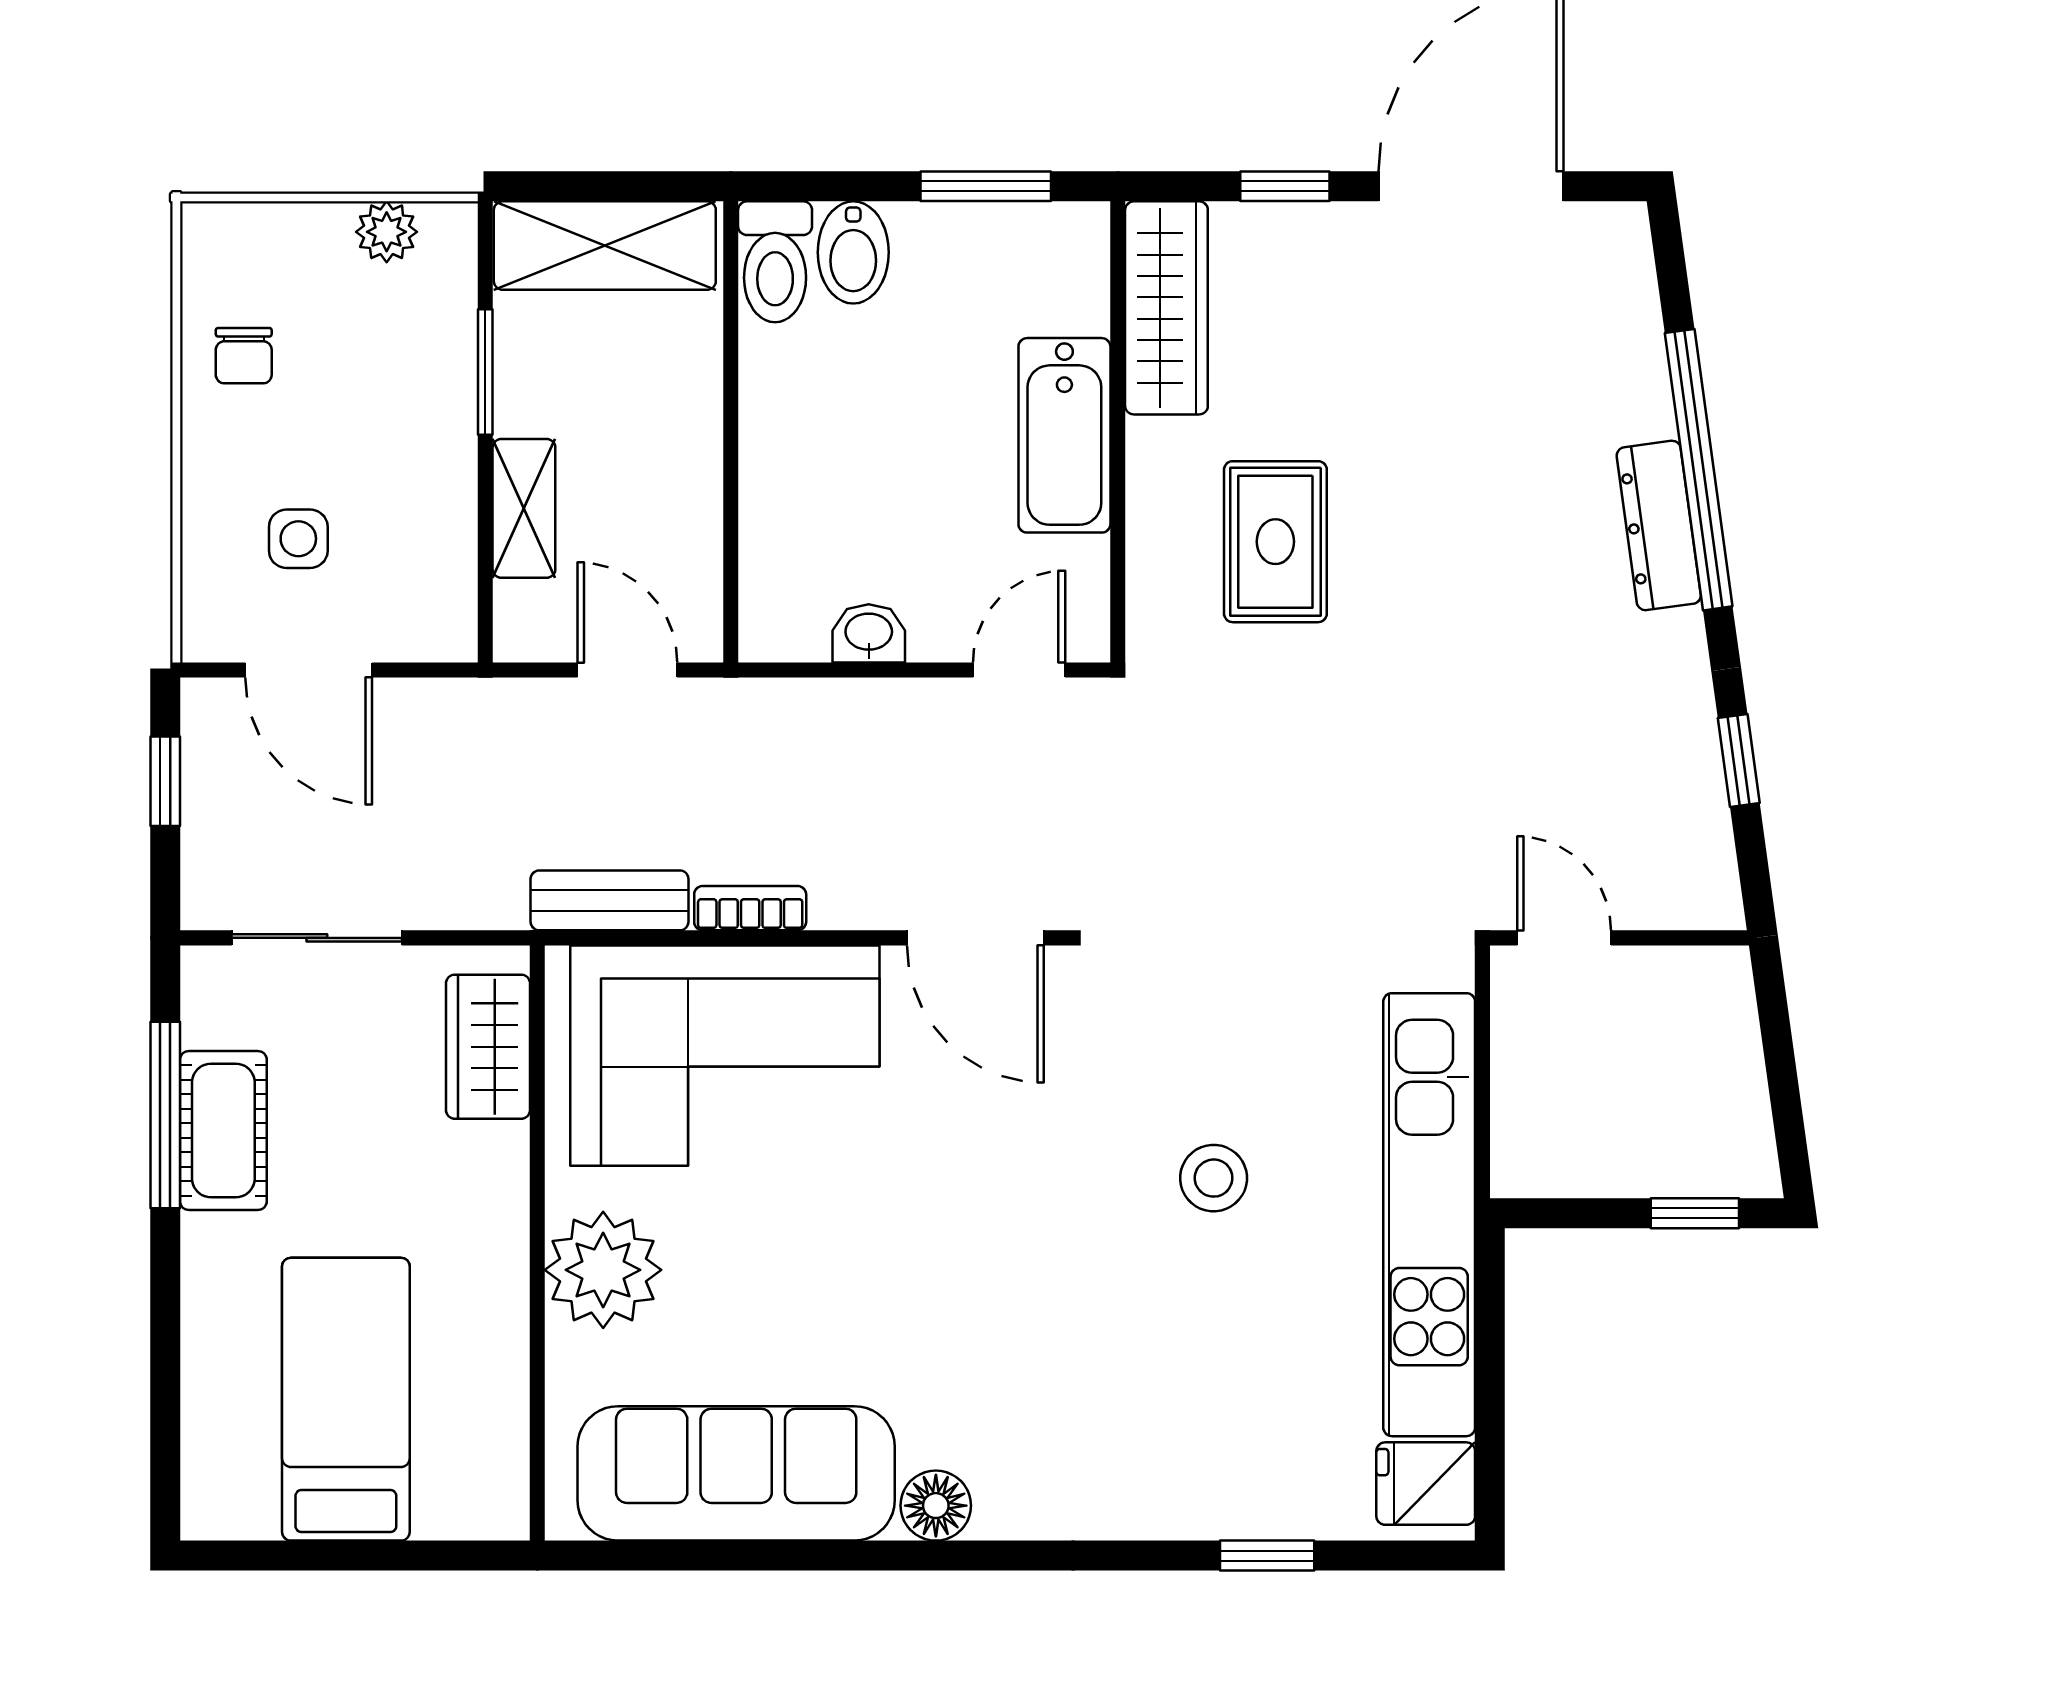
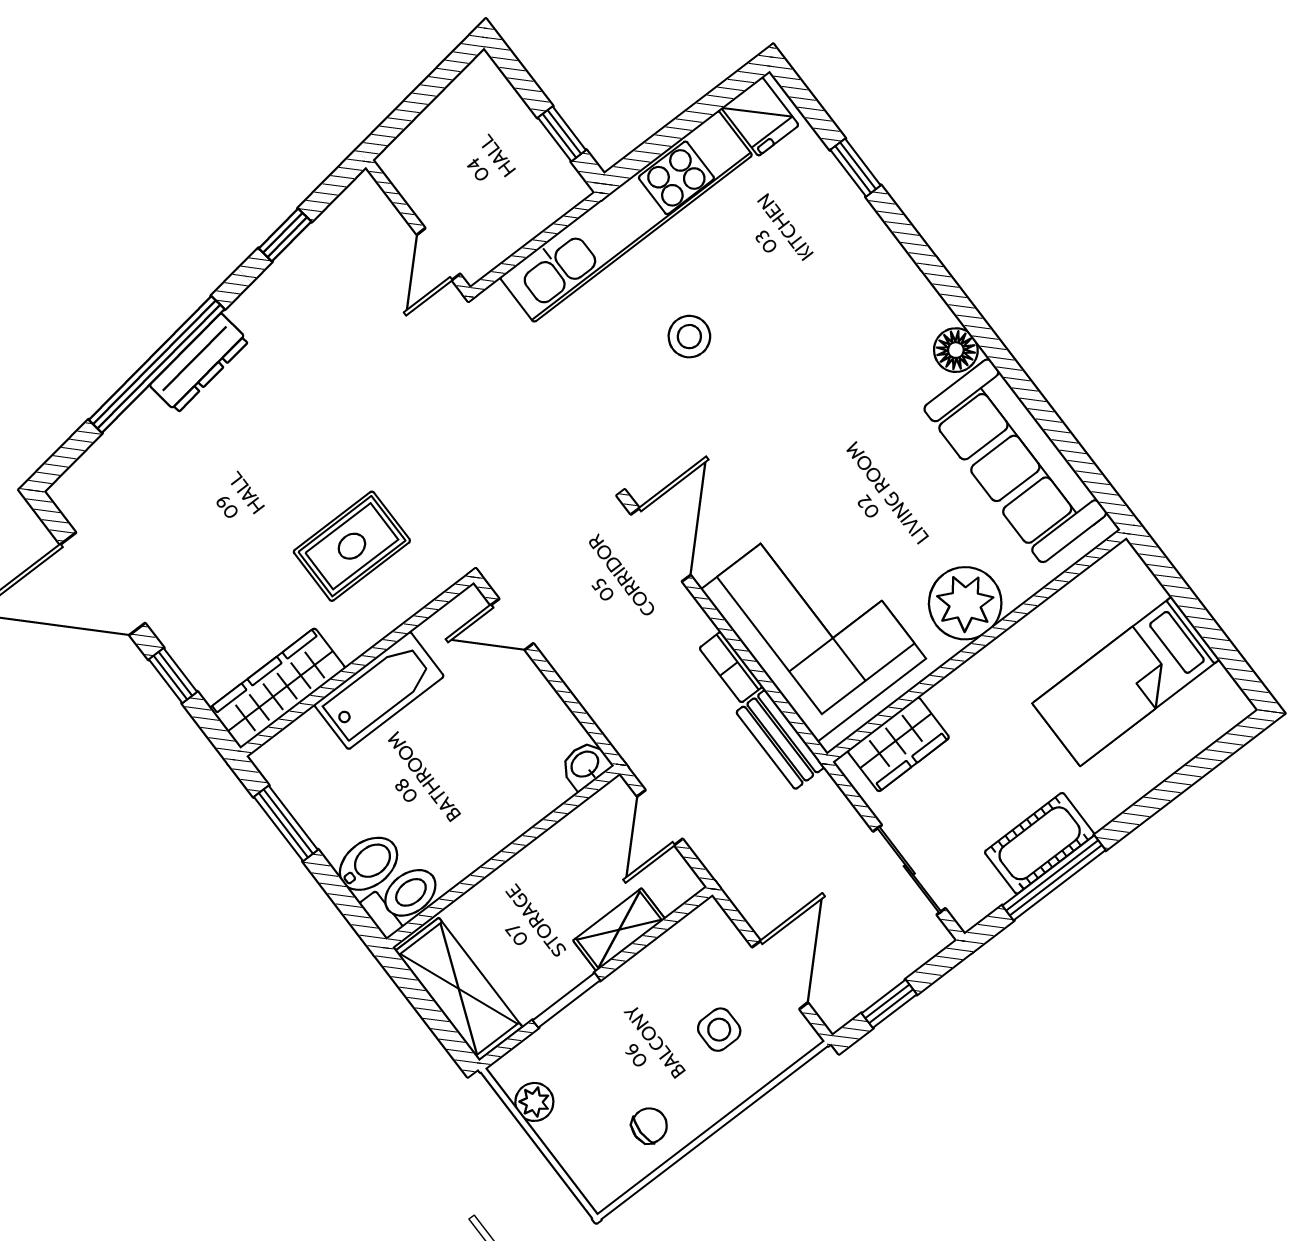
washbasin: (869, 633) -> (585, 765), moved, turned 90
window: (1695, 1213) -> (562, 134), moved

